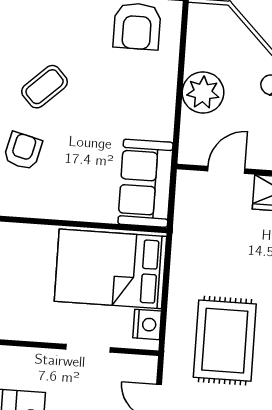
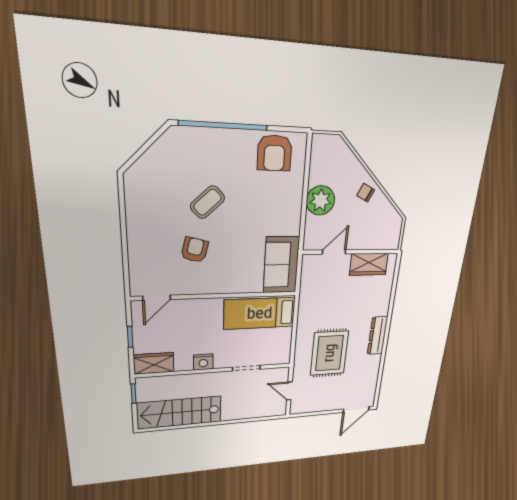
bed: (110, 269) -> (260, 313), width x0.67
nightstand: (147, 324) -> (203, 362), moved, turned 90

